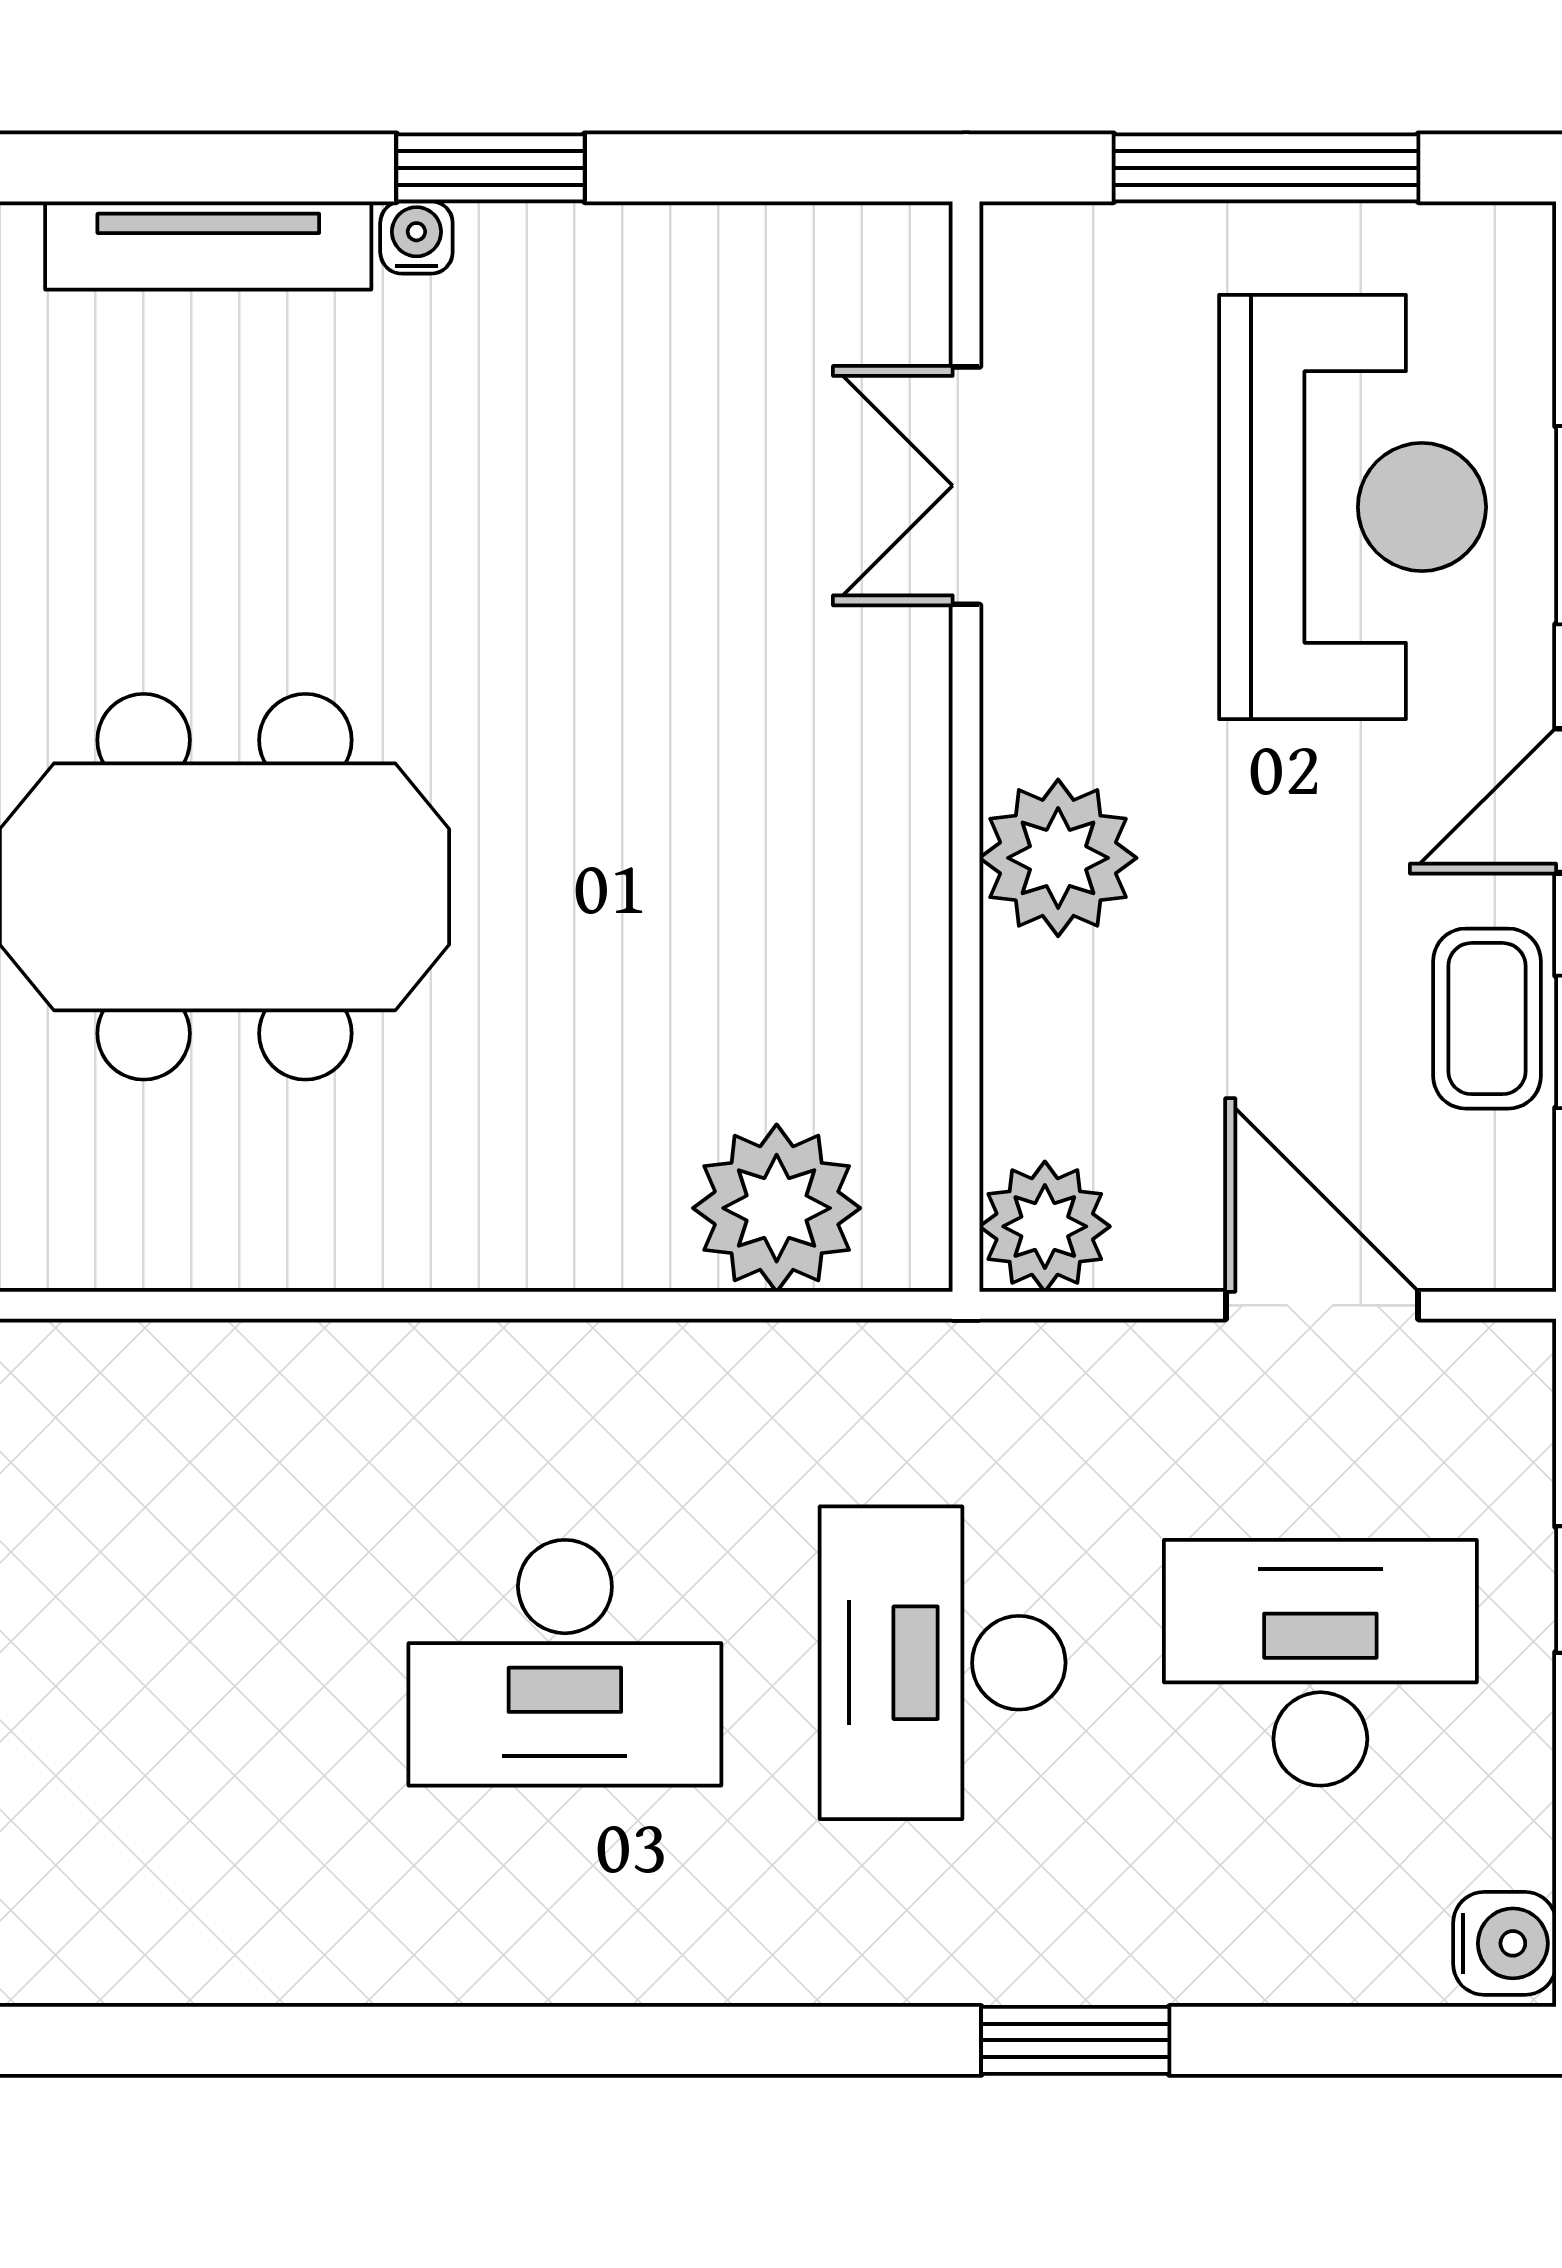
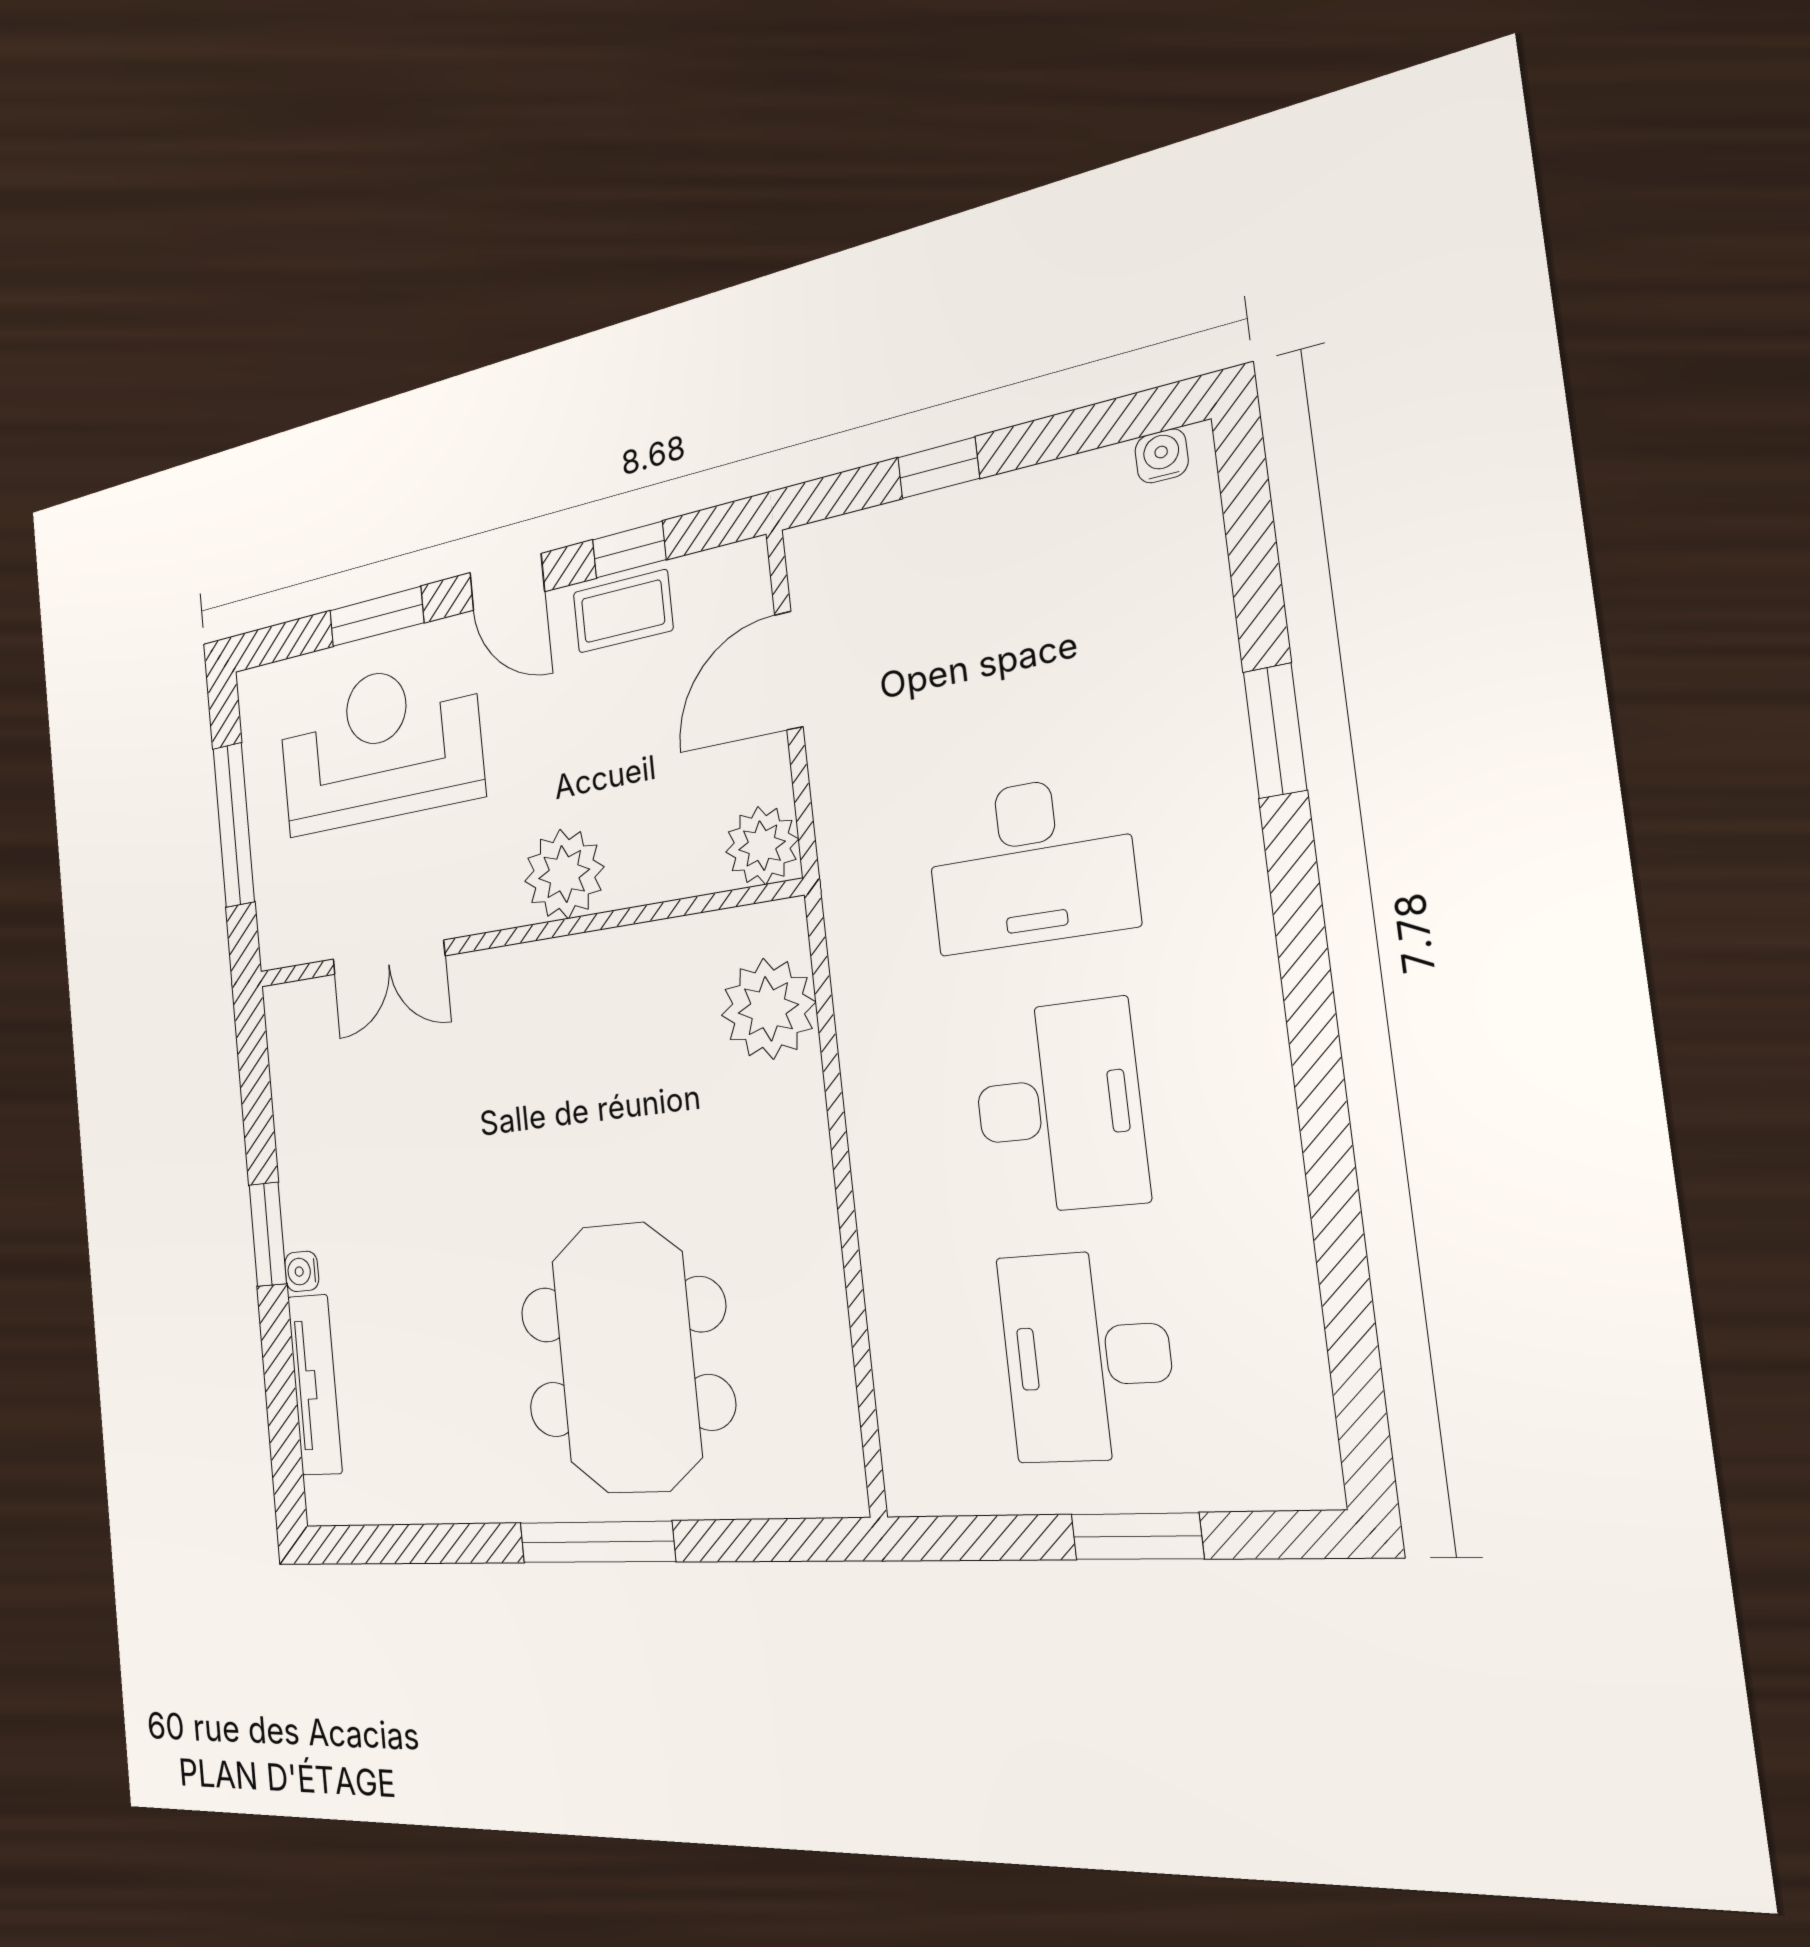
desk: (1320, 1663) -> (1087, 1356), moved
water cooler: (1505, 1943) -> (1162, 456), width x0.72, depth x0.72

